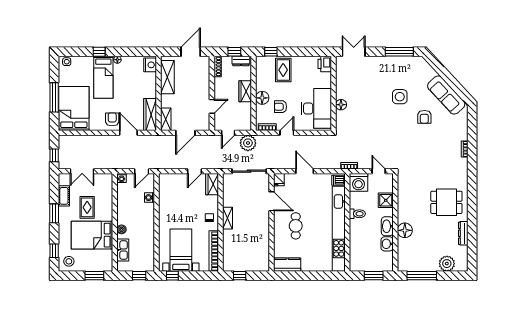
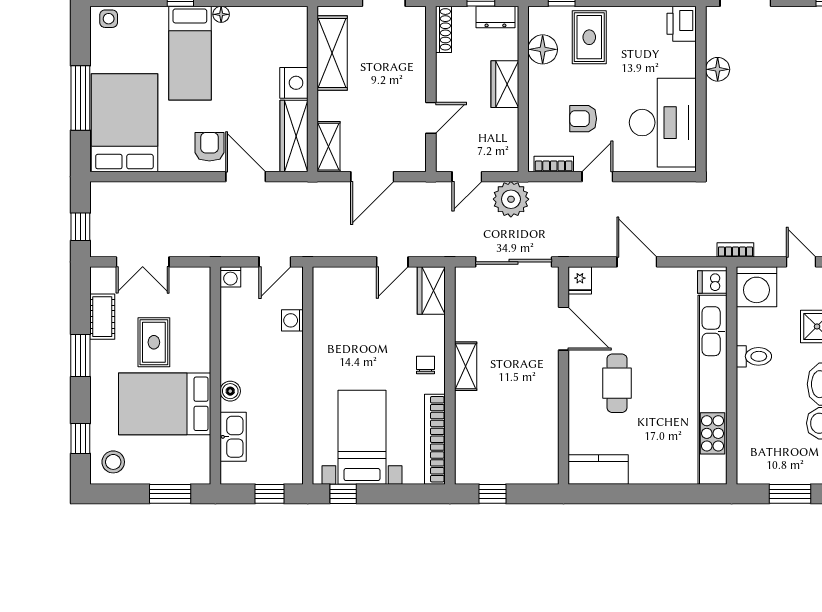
nightstand: (150, 65) -> (294, 83), moved
floor lamp: (262, 98) -> (543, 49), moved
floor lamp: (341, 105) -> (718, 69), moved

